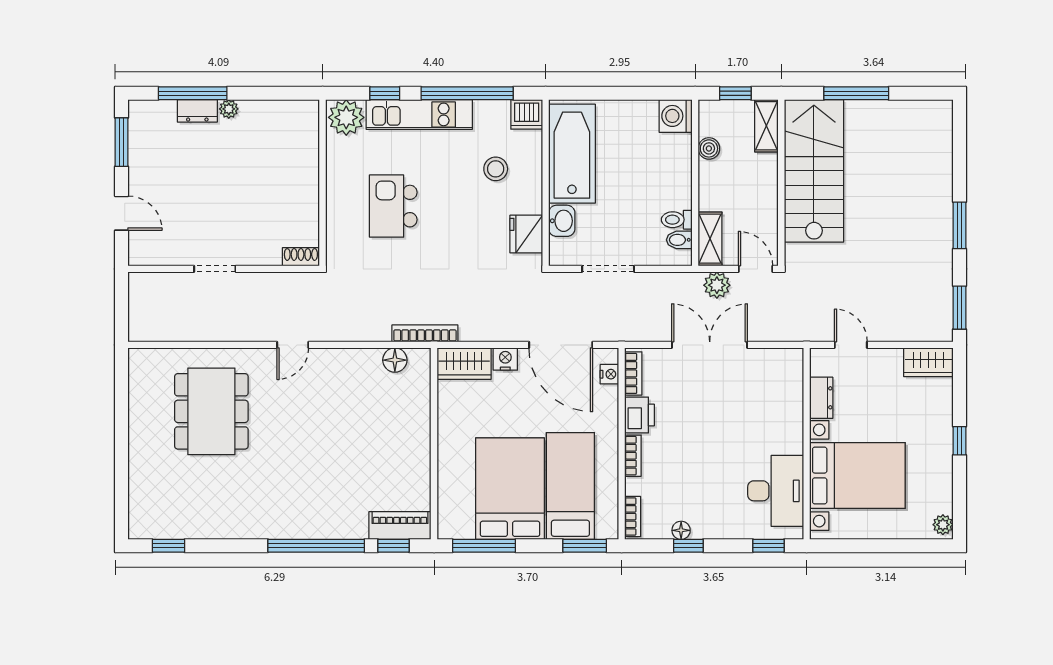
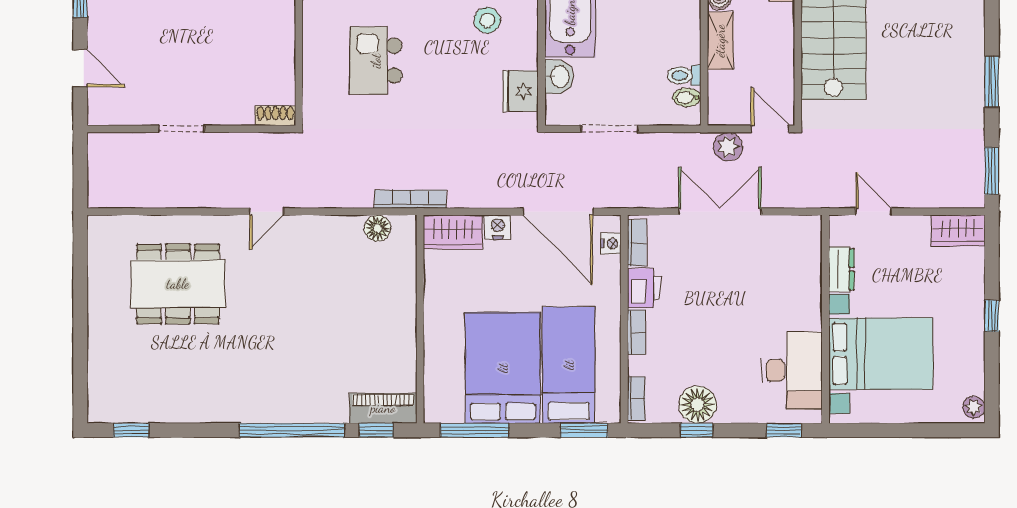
shelving: (710, 239) -> (720, 41), moved
dining table: (211, 411) -> (178, 284), turned 90
floor lamp: (681, 530) -> (698, 405), width x1.89, depth x1.89

